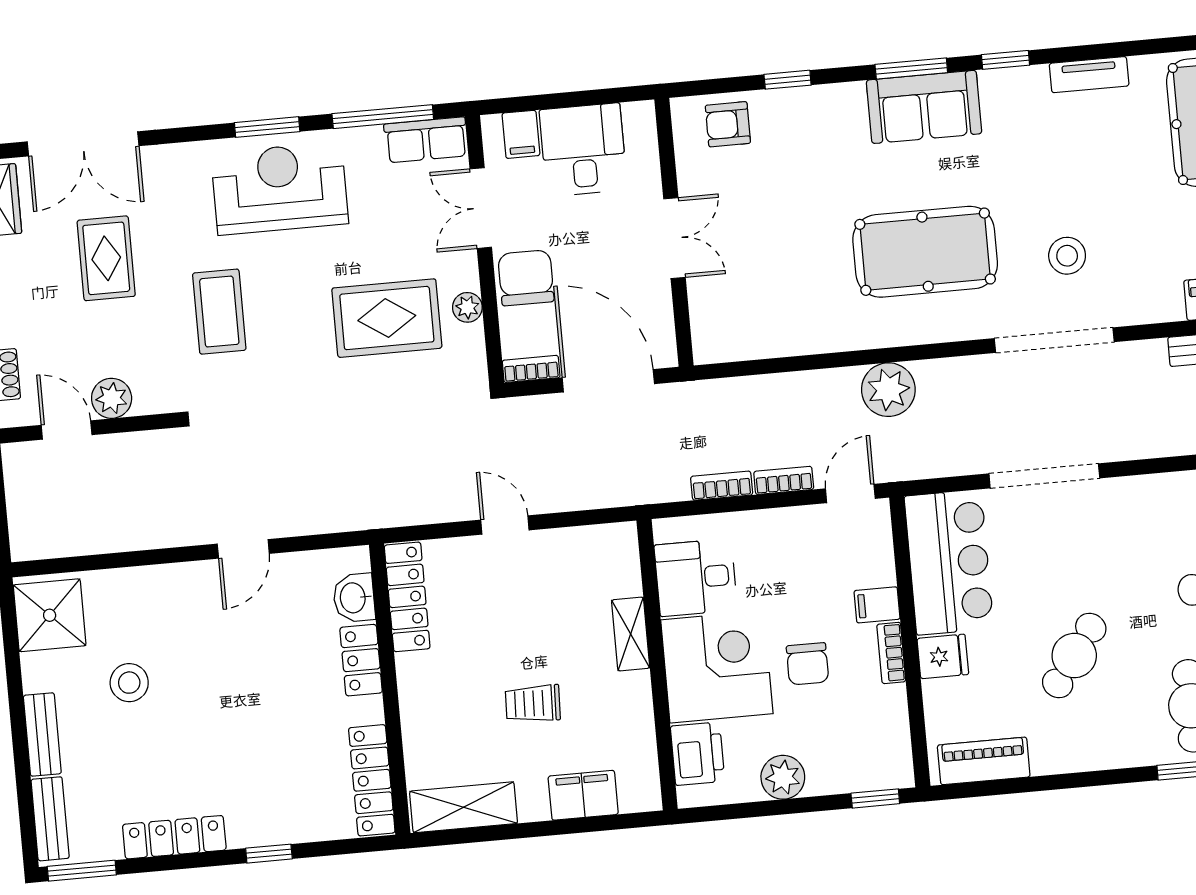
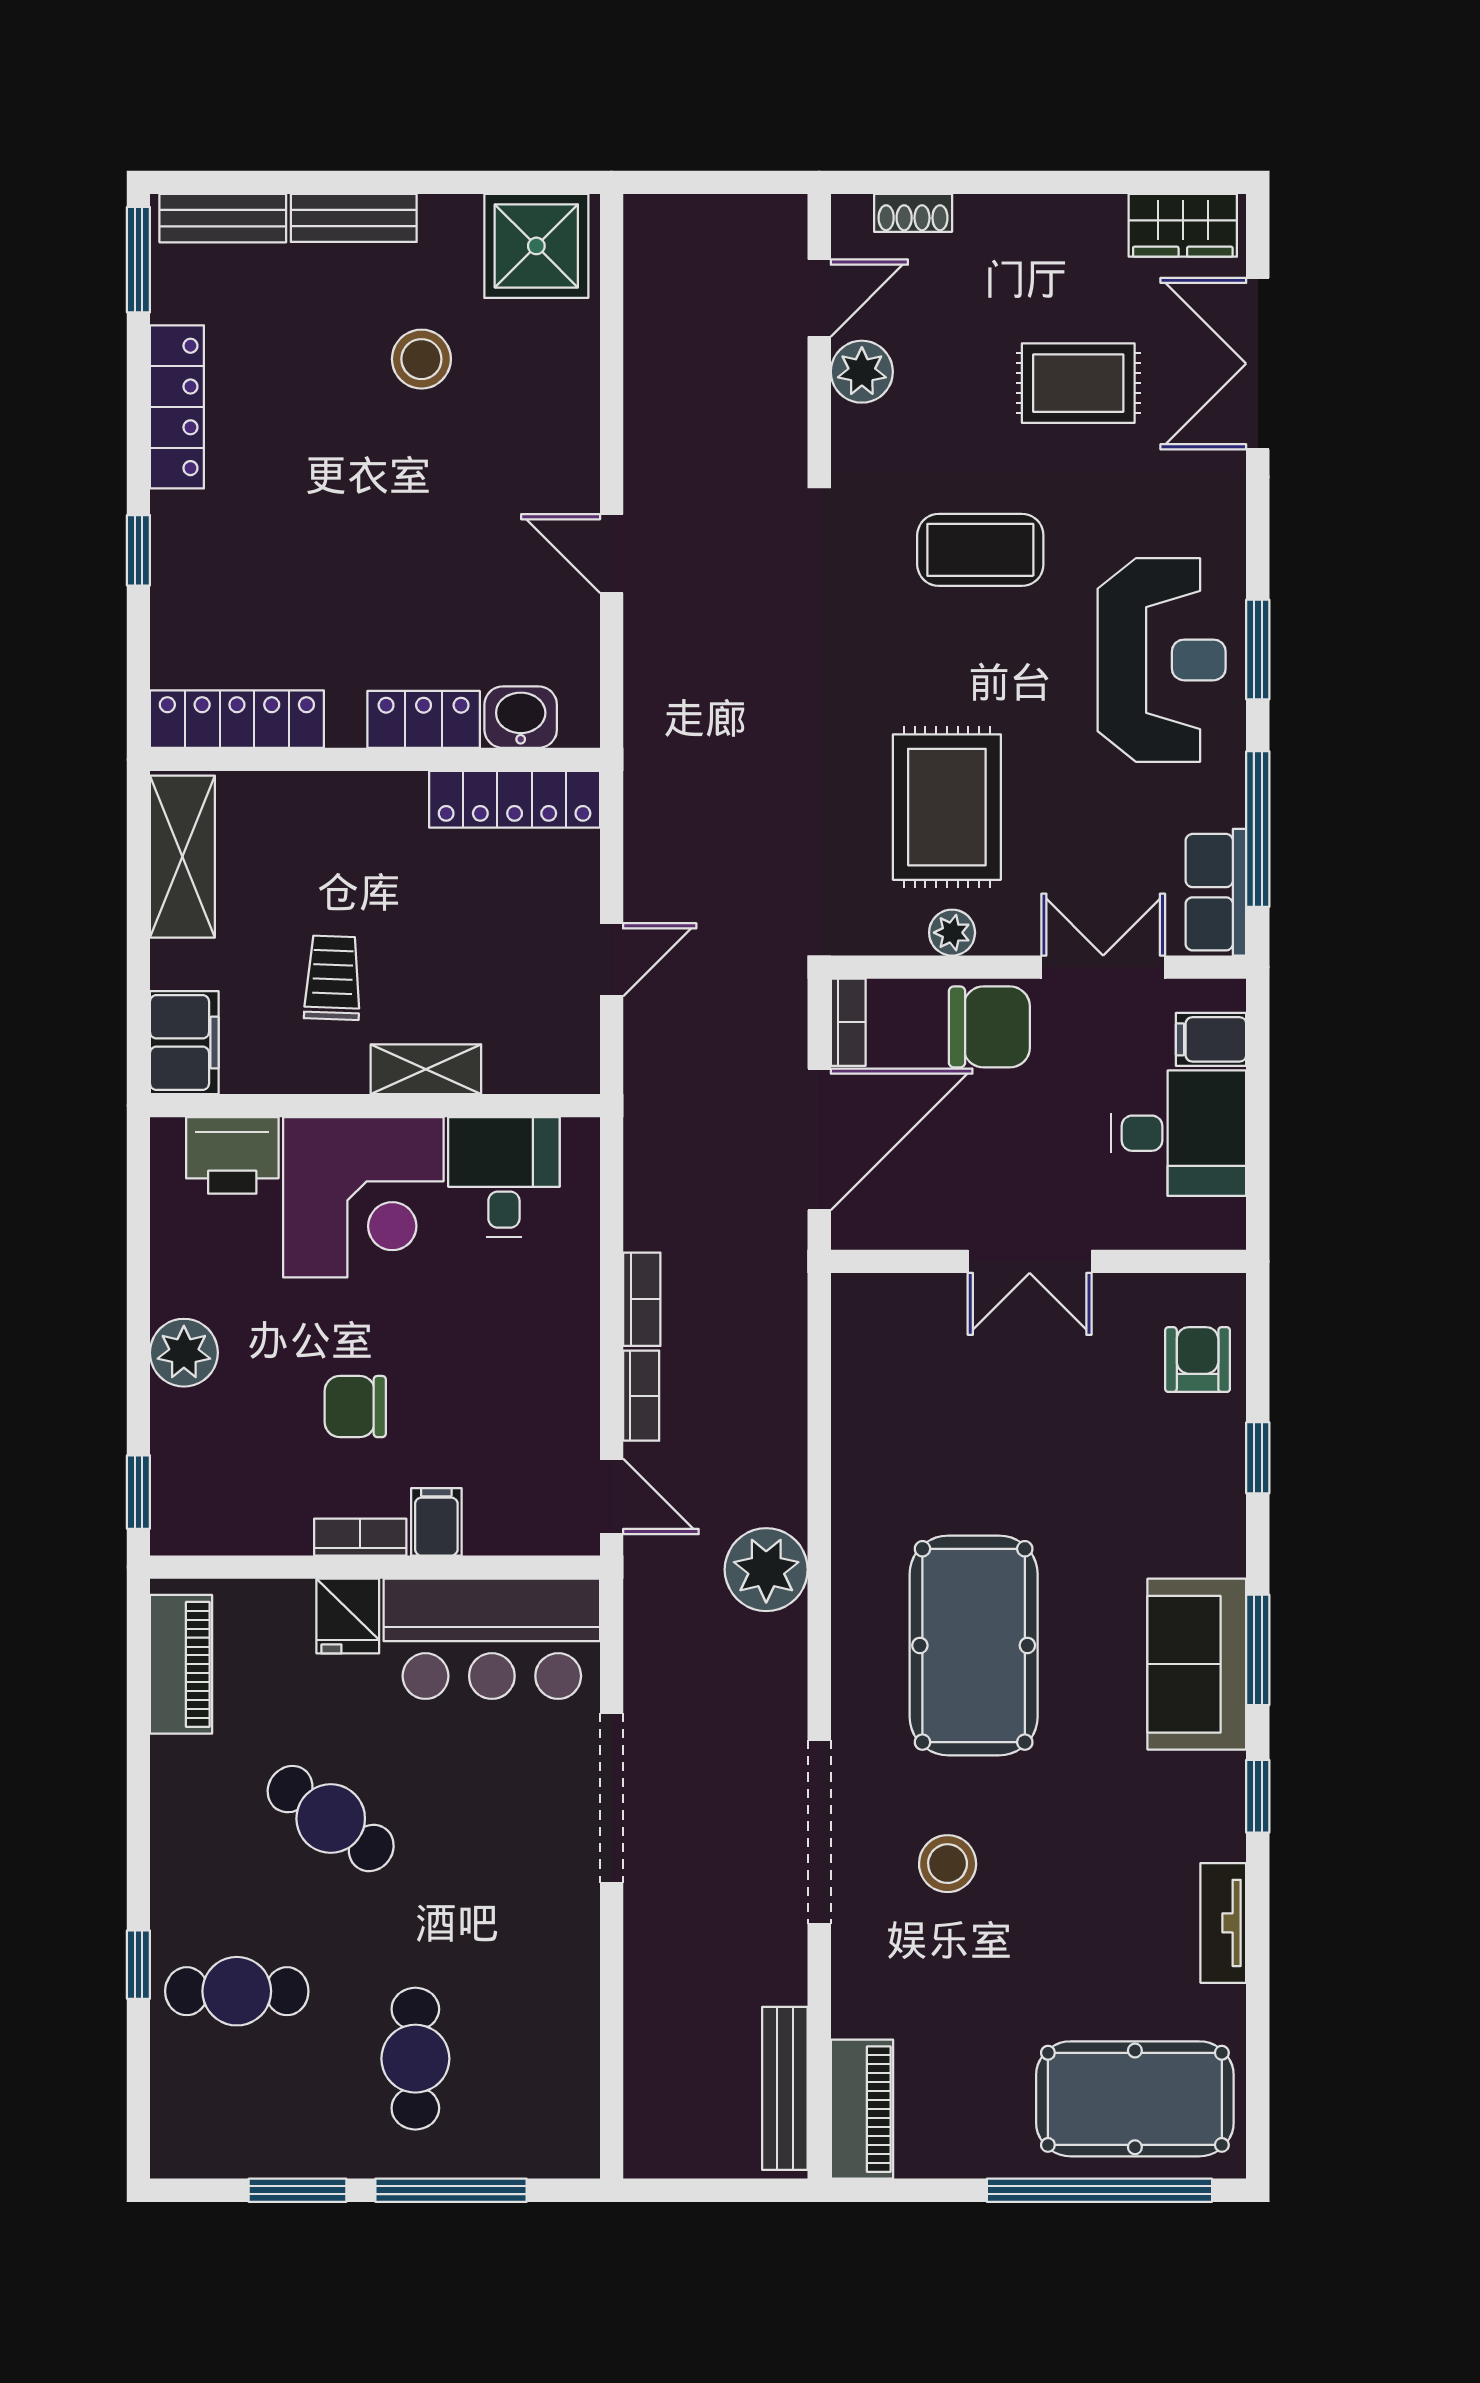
desk: (696, 578) -> (504, 1177), moved
shelving: (631, 634) -> (426, 1069), moved
wall: (657, 665) -> (375, 1106), moved
corner desk: (717, 667) -> (363, 1197), moved
printer: (698, 754) -> (232, 1155), moved

